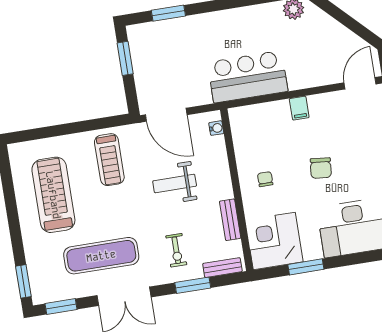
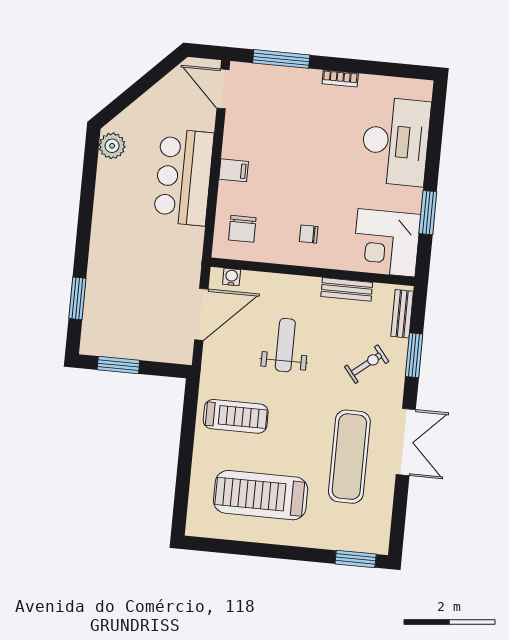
bar counter: (248, 77) -> (184, 177), moved
door: (166, 115) -> (201, 314), moved
chair: (321, 168) -> (242, 229), moved, turned 84
weight bench: (175, 184) -> (285, 345), turned 180
exercise bike: (176, 250) -> (367, 364), turned -39
window: (61, 307) -> (398, 521), removed

